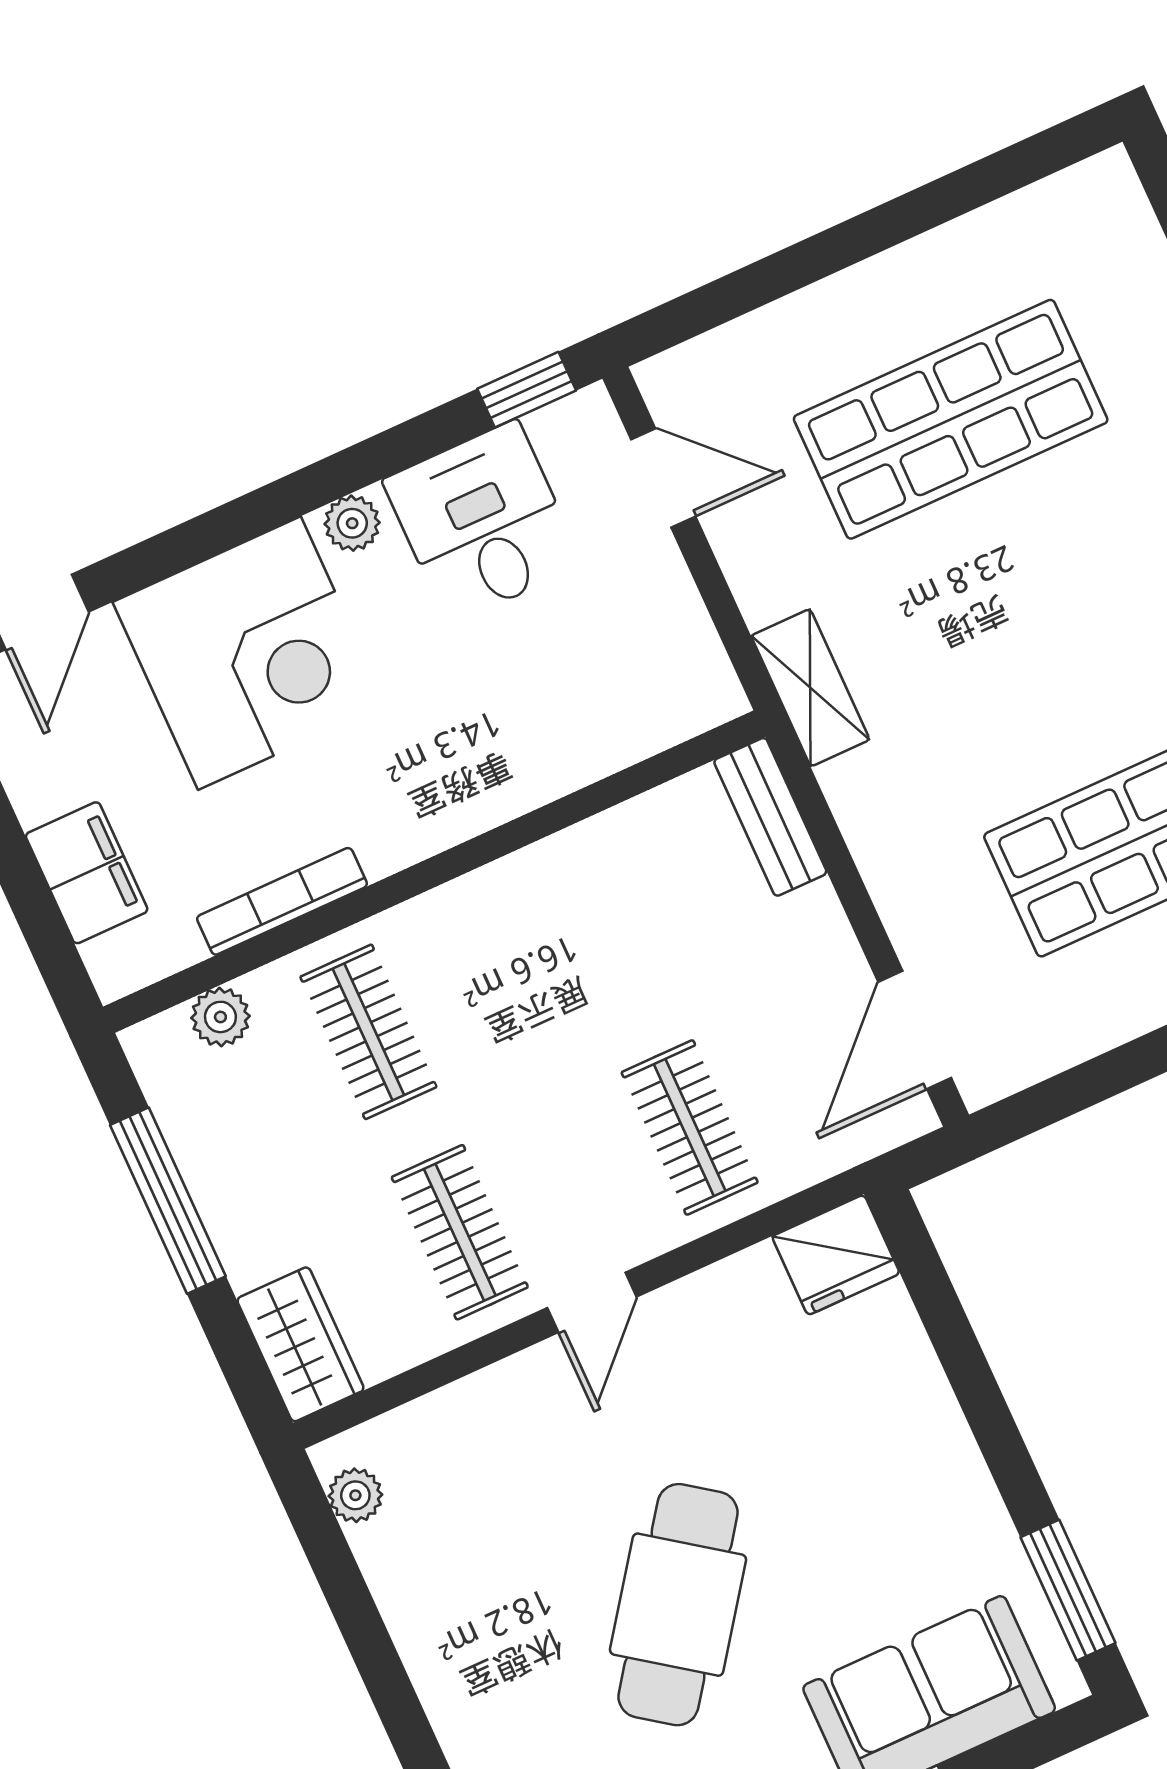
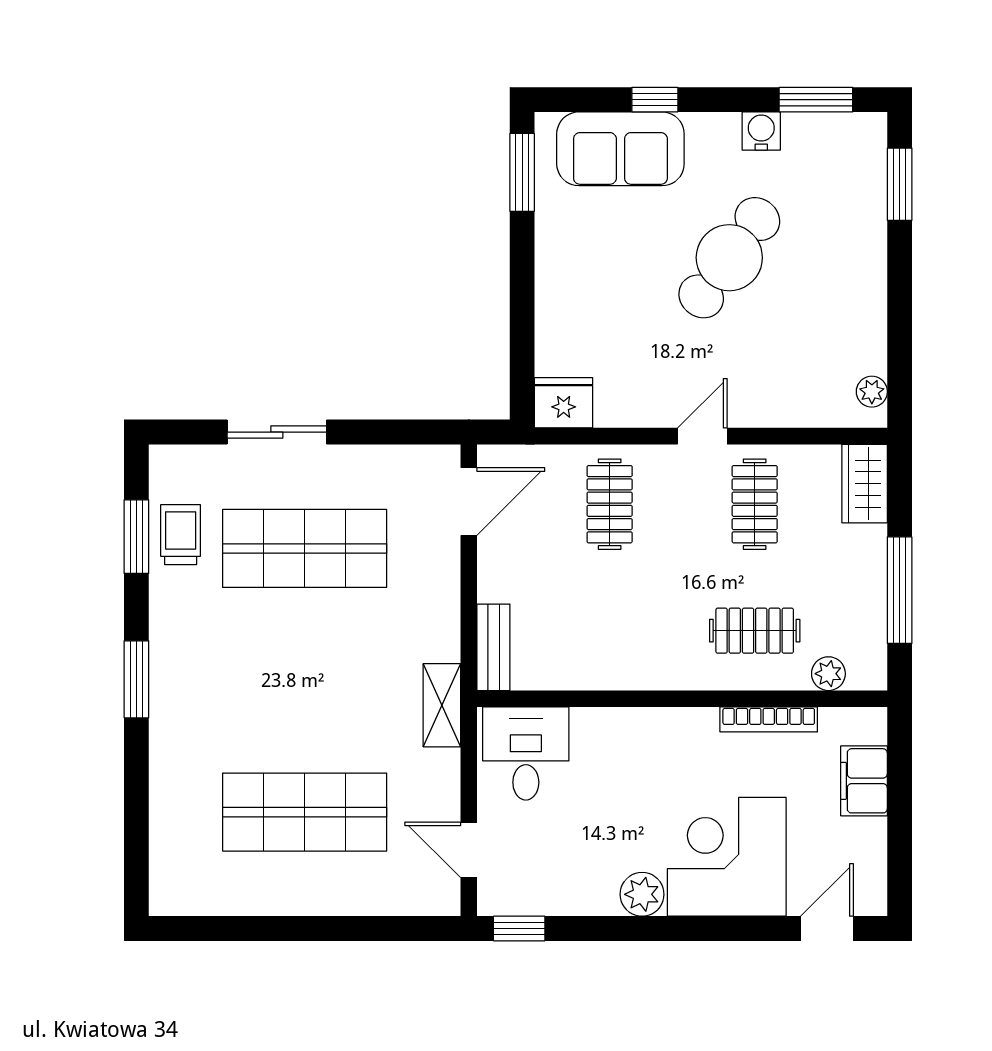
desk: (483, 522) -> (526, 754), moved, turned 180
plant: (352, 523) -> (642, 894), width x1.38, depth x1.38
clothes rail: (368, 1032) -> (755, 631), turned 90

